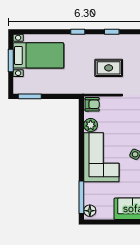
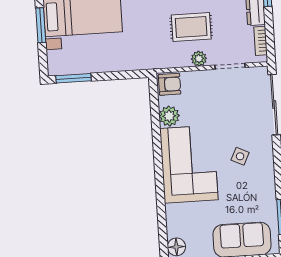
plant: (112, 89) -> (199, 59), added
window: (81, 197) -> (162, 227), removed

